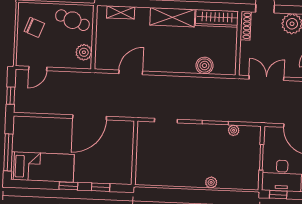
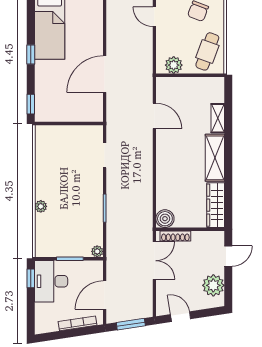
shelving: (121, 12) -> (218, 118), moved
shoe rack: (246, 26) -> (175, 236), moved
boiler: (204, 66) -> (165, 219), moved
door: (90, 117) -> (105, 74), hinge flipped
plant: (234, 130) -> (97, 251), moved
window: (101, 187) -> (31, 104), moved

